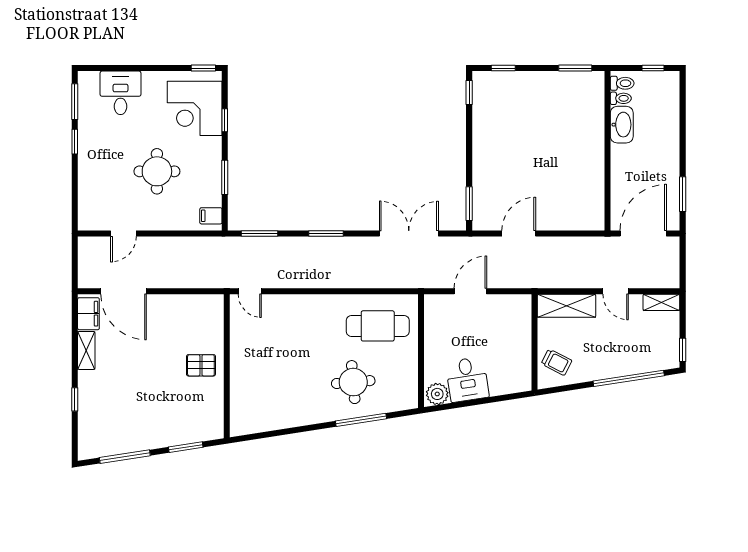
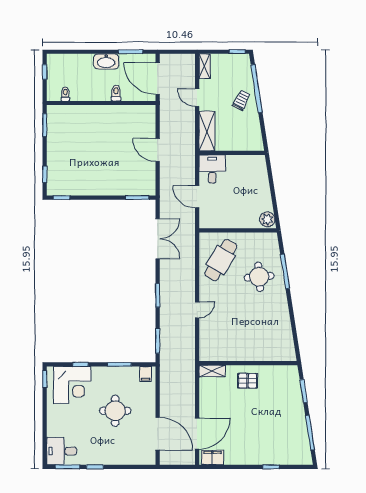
toilet: (622, 83) -> (116, 93), moved
desk: (121, 93) -> (62, 451), moved
washbasin: (622, 125) -> (106, 61), moved, turned 180
door: (123, 234) -> (158, 434), width x1.88
double door: (409, 234) -> (158, 239), swing flipped
door: (519, 234) -> (158, 150), moved
door: (250, 291) -> (197, 310), moved
door: (616, 291) -> (197, 98), swing flipped
cafe table: (378, 326) -> (221, 260), turned 31
shelving: (86, 350) -> (212, 371), moved
trolley: (557, 362) -> (241, 100), moved
pallet: (201, 365) -> (248, 381), turned 90
desk: (467, 379) -> (212, 169), moved, turned -81

